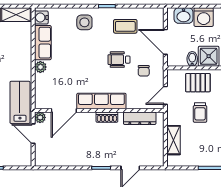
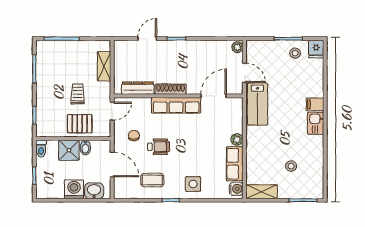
plant: (40, 117) -> (237, 47), moved
shoe rack: (107, 117) -> (171, 89), width x1.43

